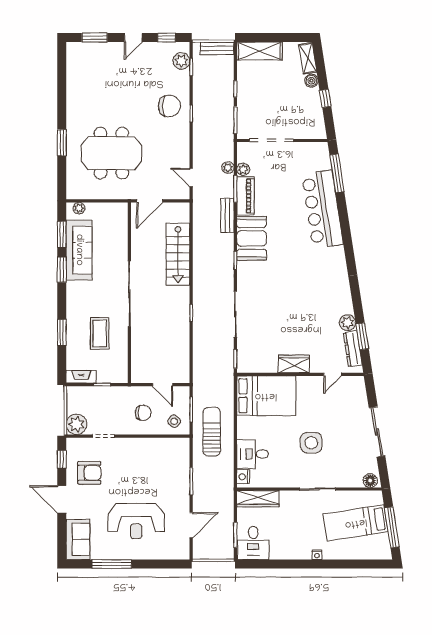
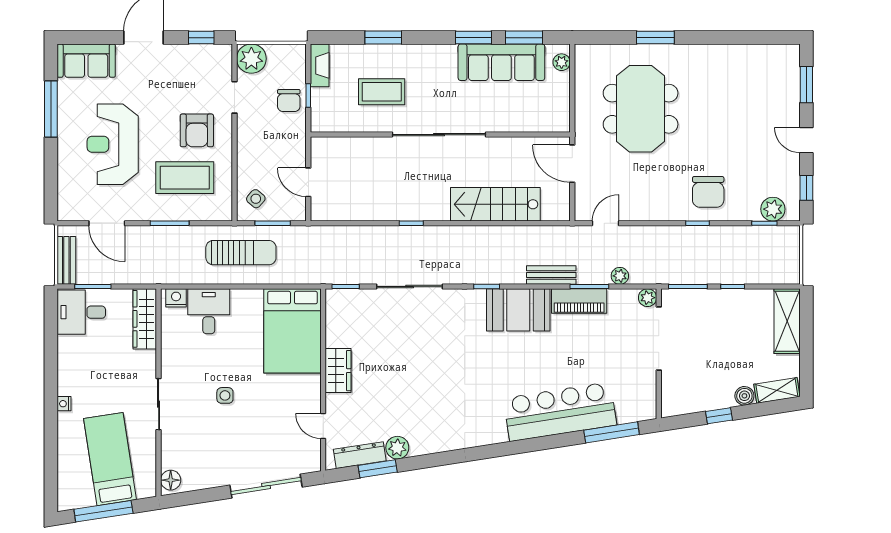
bench: (217, 48) -> (66, 260), moved
plant: (243, 169) -> (648, 298), moved
door: (163, 385) -> (308, 182), hinge flipped
chair: (143, 413) -> (289, 101), moved
sliding door: (377, 432) -> (266, 486), moved
side table: (311, 443) -> (225, 395), width x0.54, depth x0.54
coffee table: (159, 471) -> (185, 178), added
armchair: (89, 473) -> (197, 130), moved

